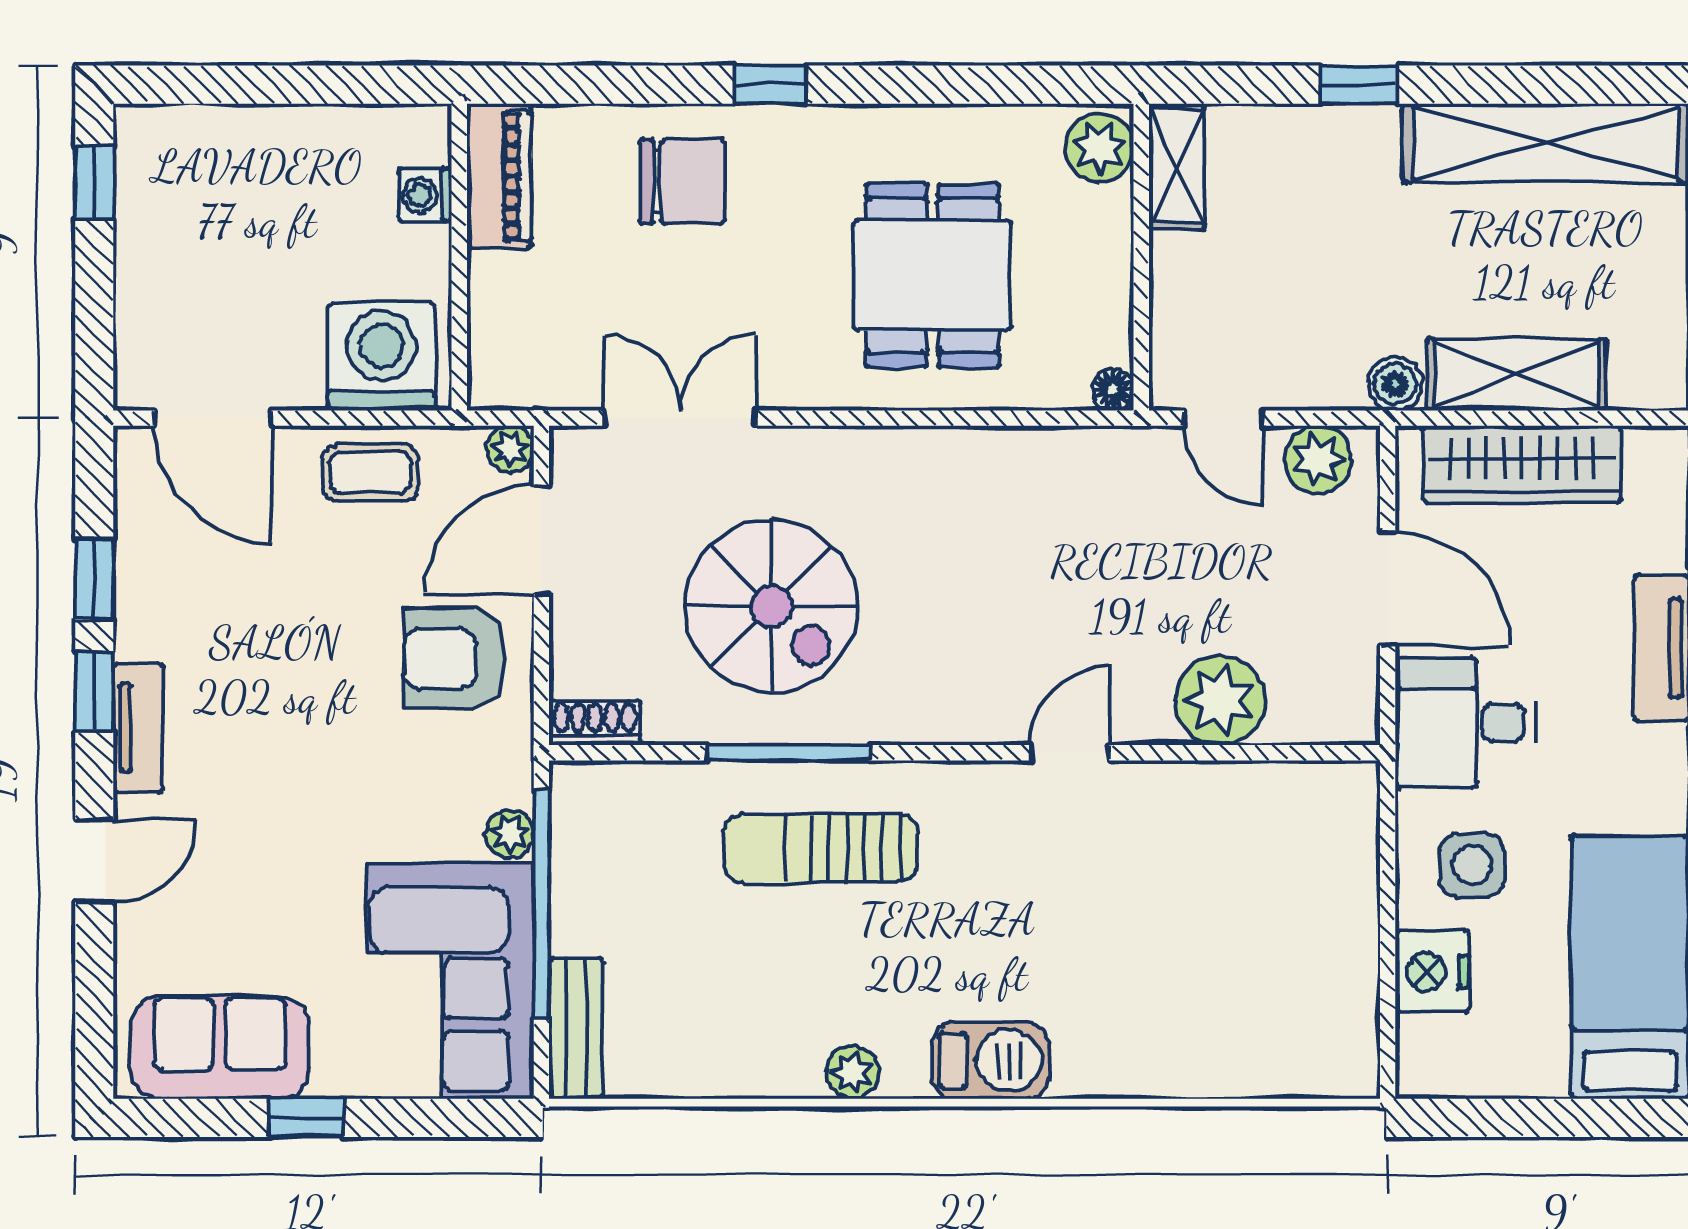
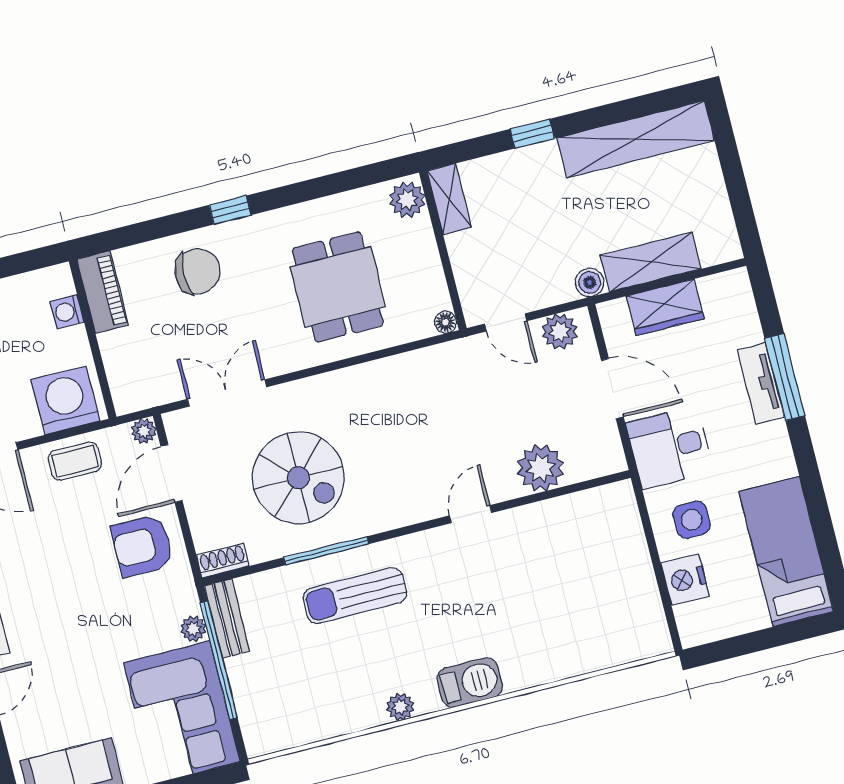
wardrobe: (1522, 464) -> (665, 307), width x0.67
bench: (576, 1028) -> (227, 618), moved

